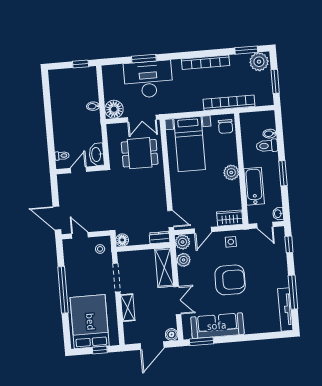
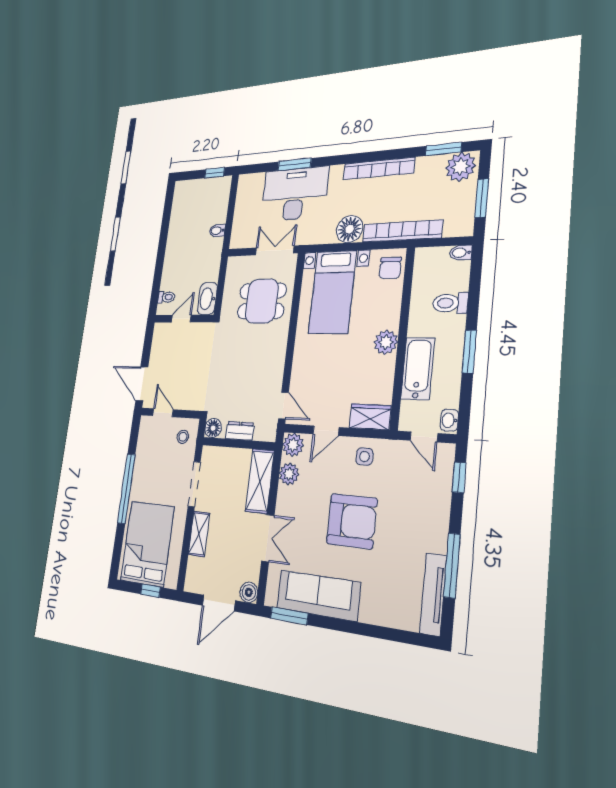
floor lamp: (114, 109) -> (350, 229), moved
double door: (142, 119) -> (275, 250), swing flipped
bidet: (270, 134) -> (461, 253), moved
dresser: (160, 238) -> (240, 431), moved

